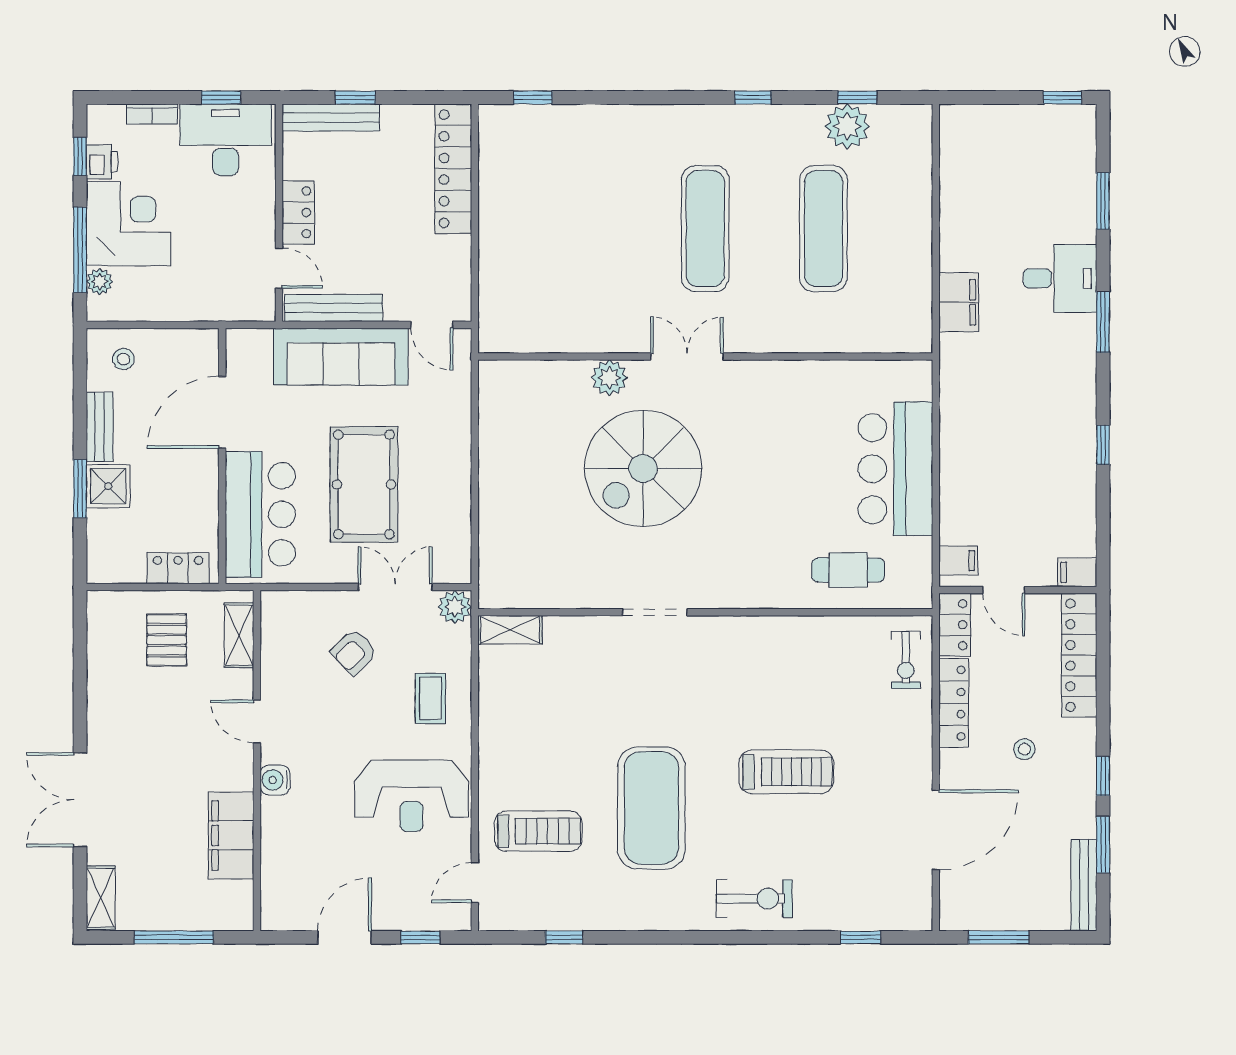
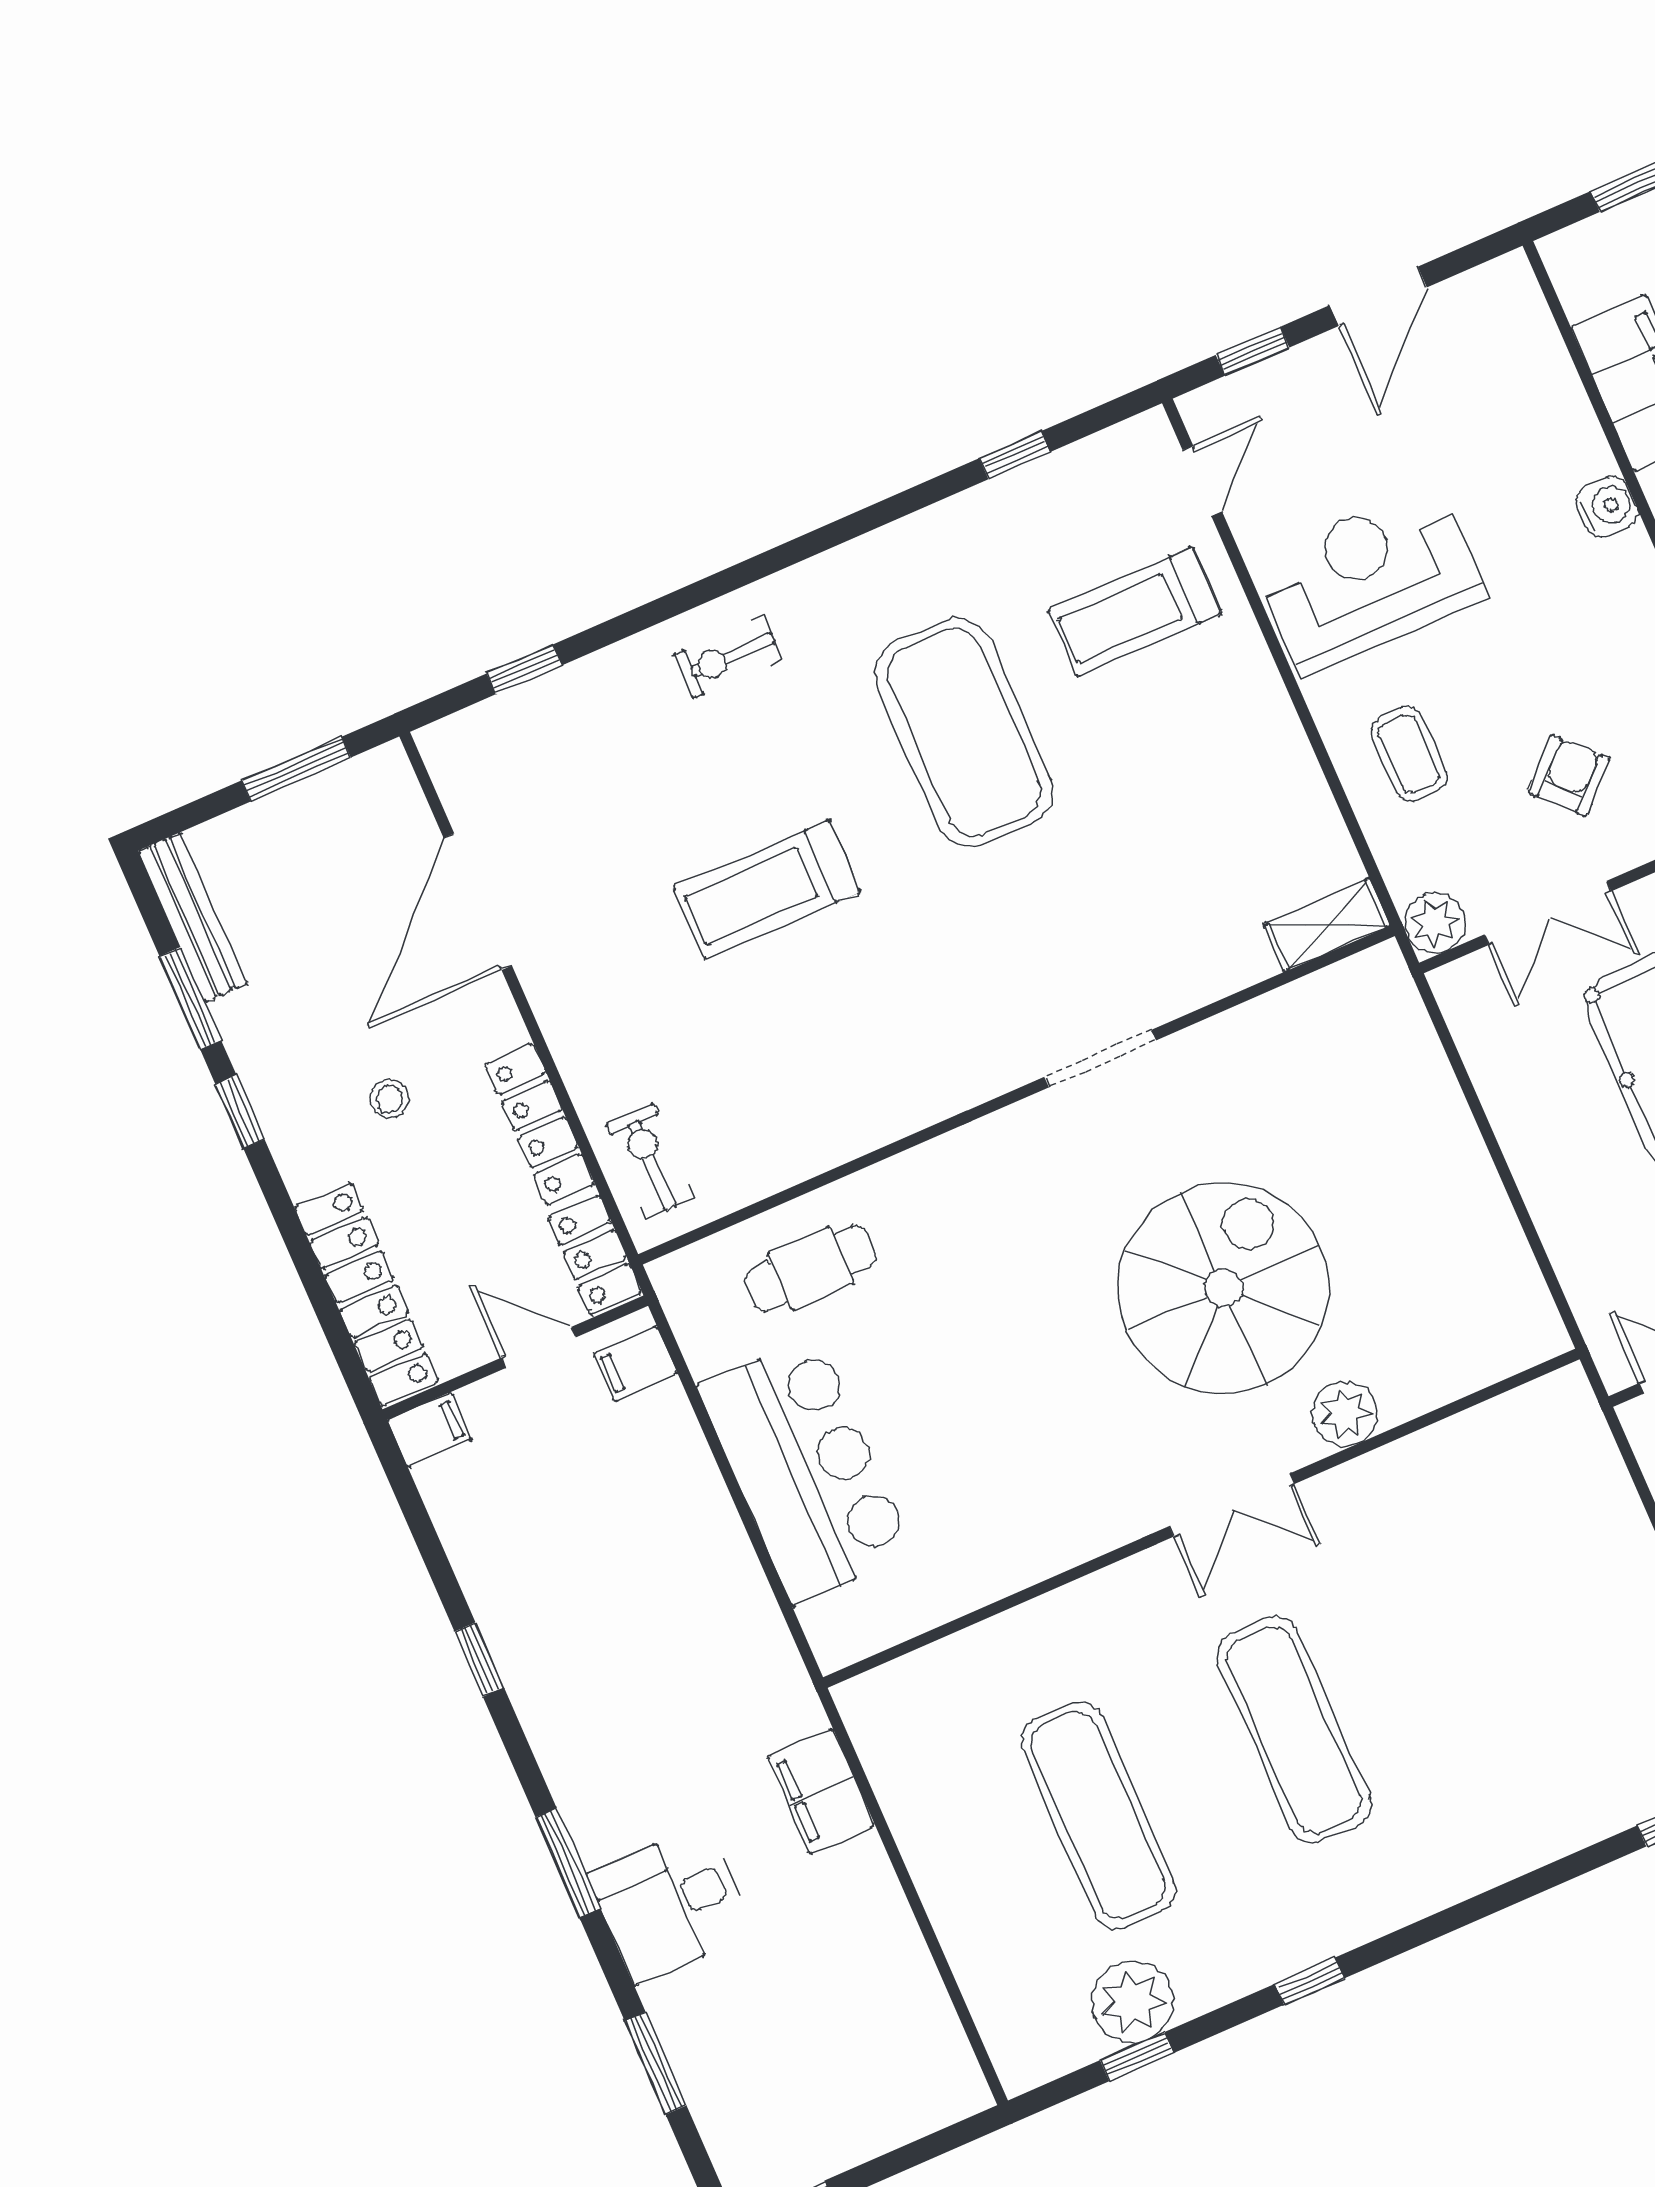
exercise bike: (754, 899) -> (728, 657), width x0.73, depth x0.72

